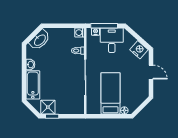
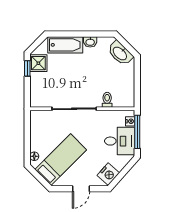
washing machine: (80, 33) -> (129, 102), removed
bed: (110, 93) -> (61, 160), moved, turned -45

